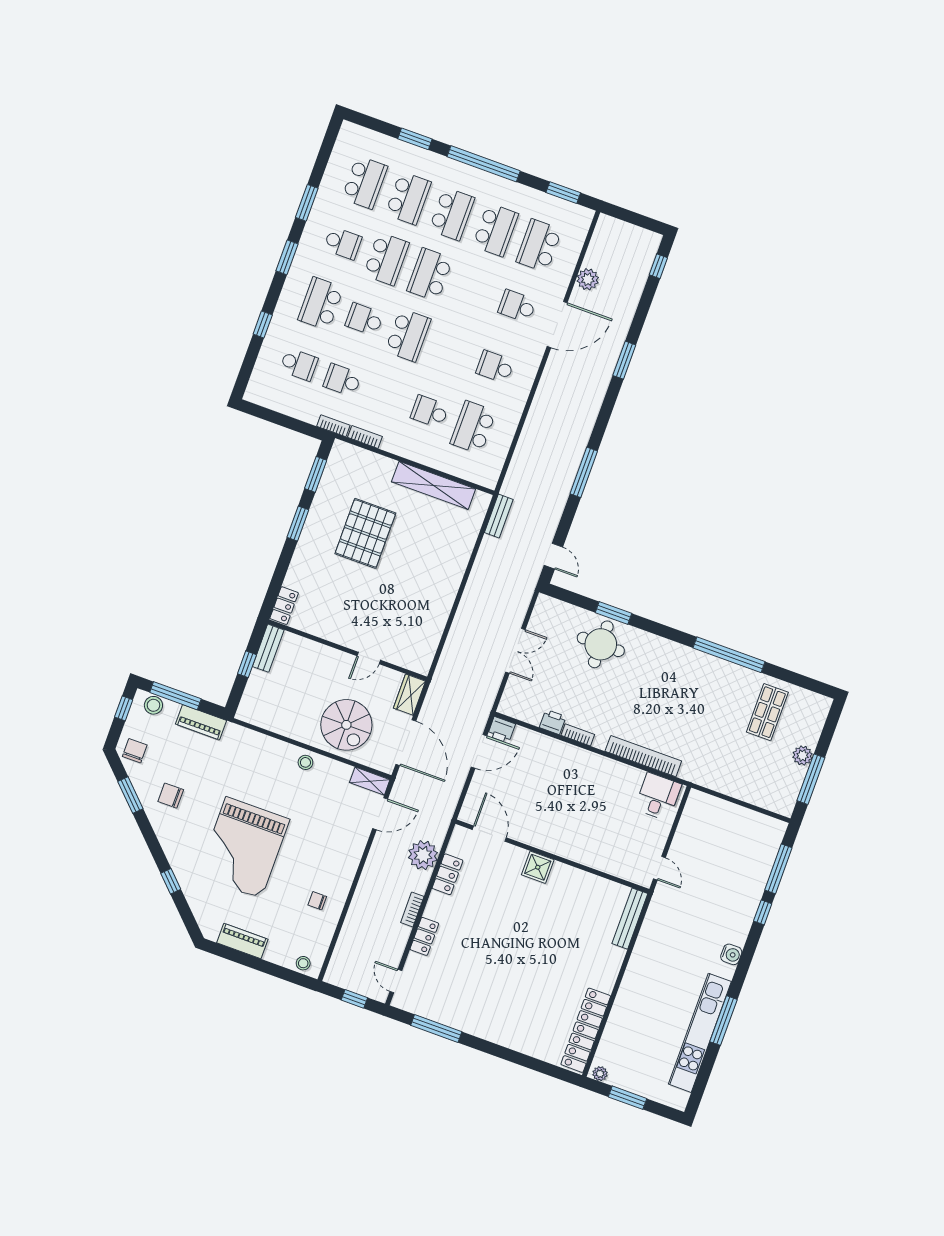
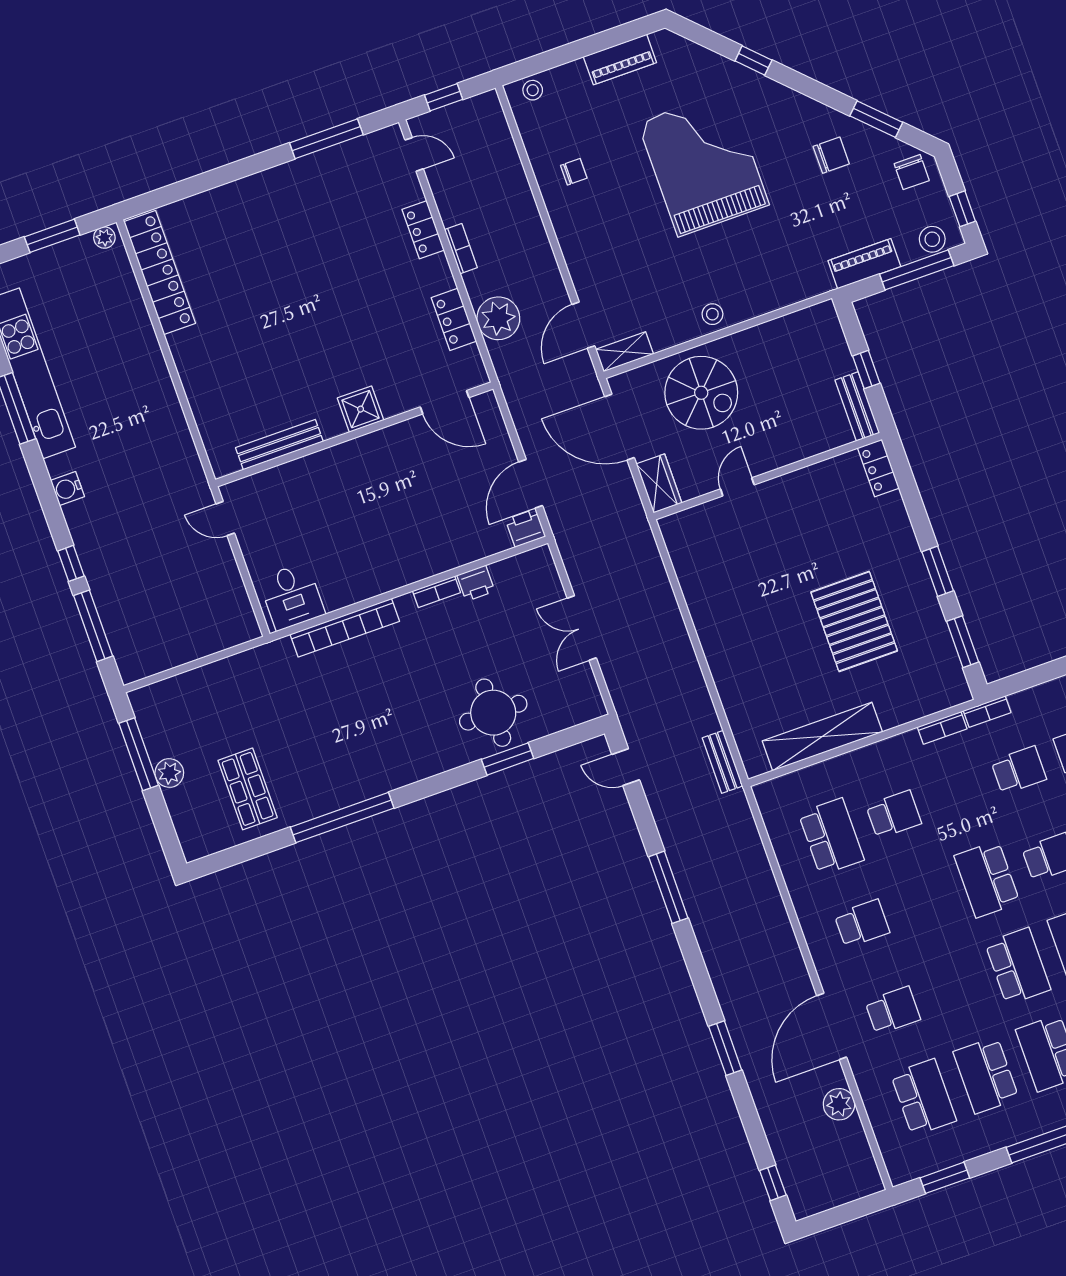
spiral stairs: (346, 725) -> (701, 393), turned 180
bench: (630, 919) -> (279, 445), moved, turned 90

